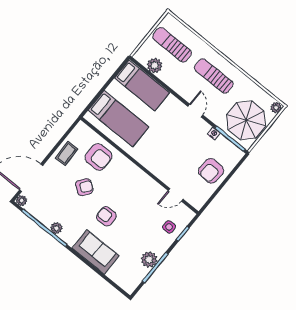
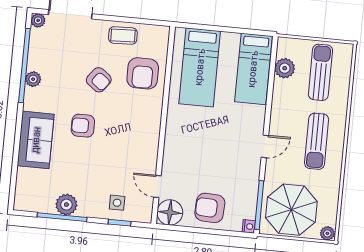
sun lounger: (214, 76) -> (317, 141), turned 180
nightstand: (214, 134) -> (249, 226), moved
floor lamp: (197, 198) -> (170, 212), added
armchair: (106, 216) -> (83, 126), turned -90

